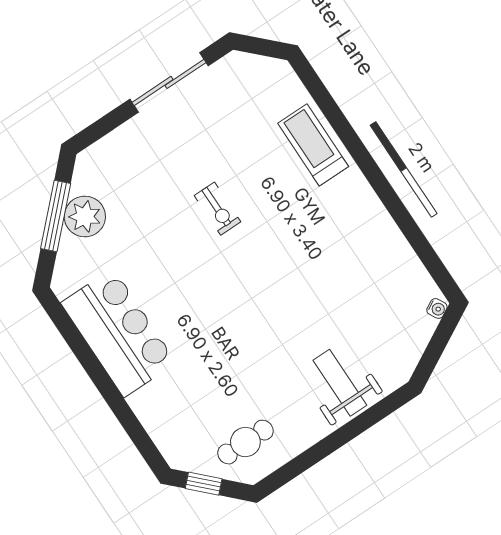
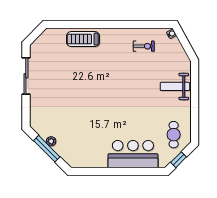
exercise bike: (218, 209) -> (144, 46), moved
plant: (85, 217) -> (51, 141), width x0.53, depth x0.53
bar counter: (118, 333) -> (133, 154), moved

